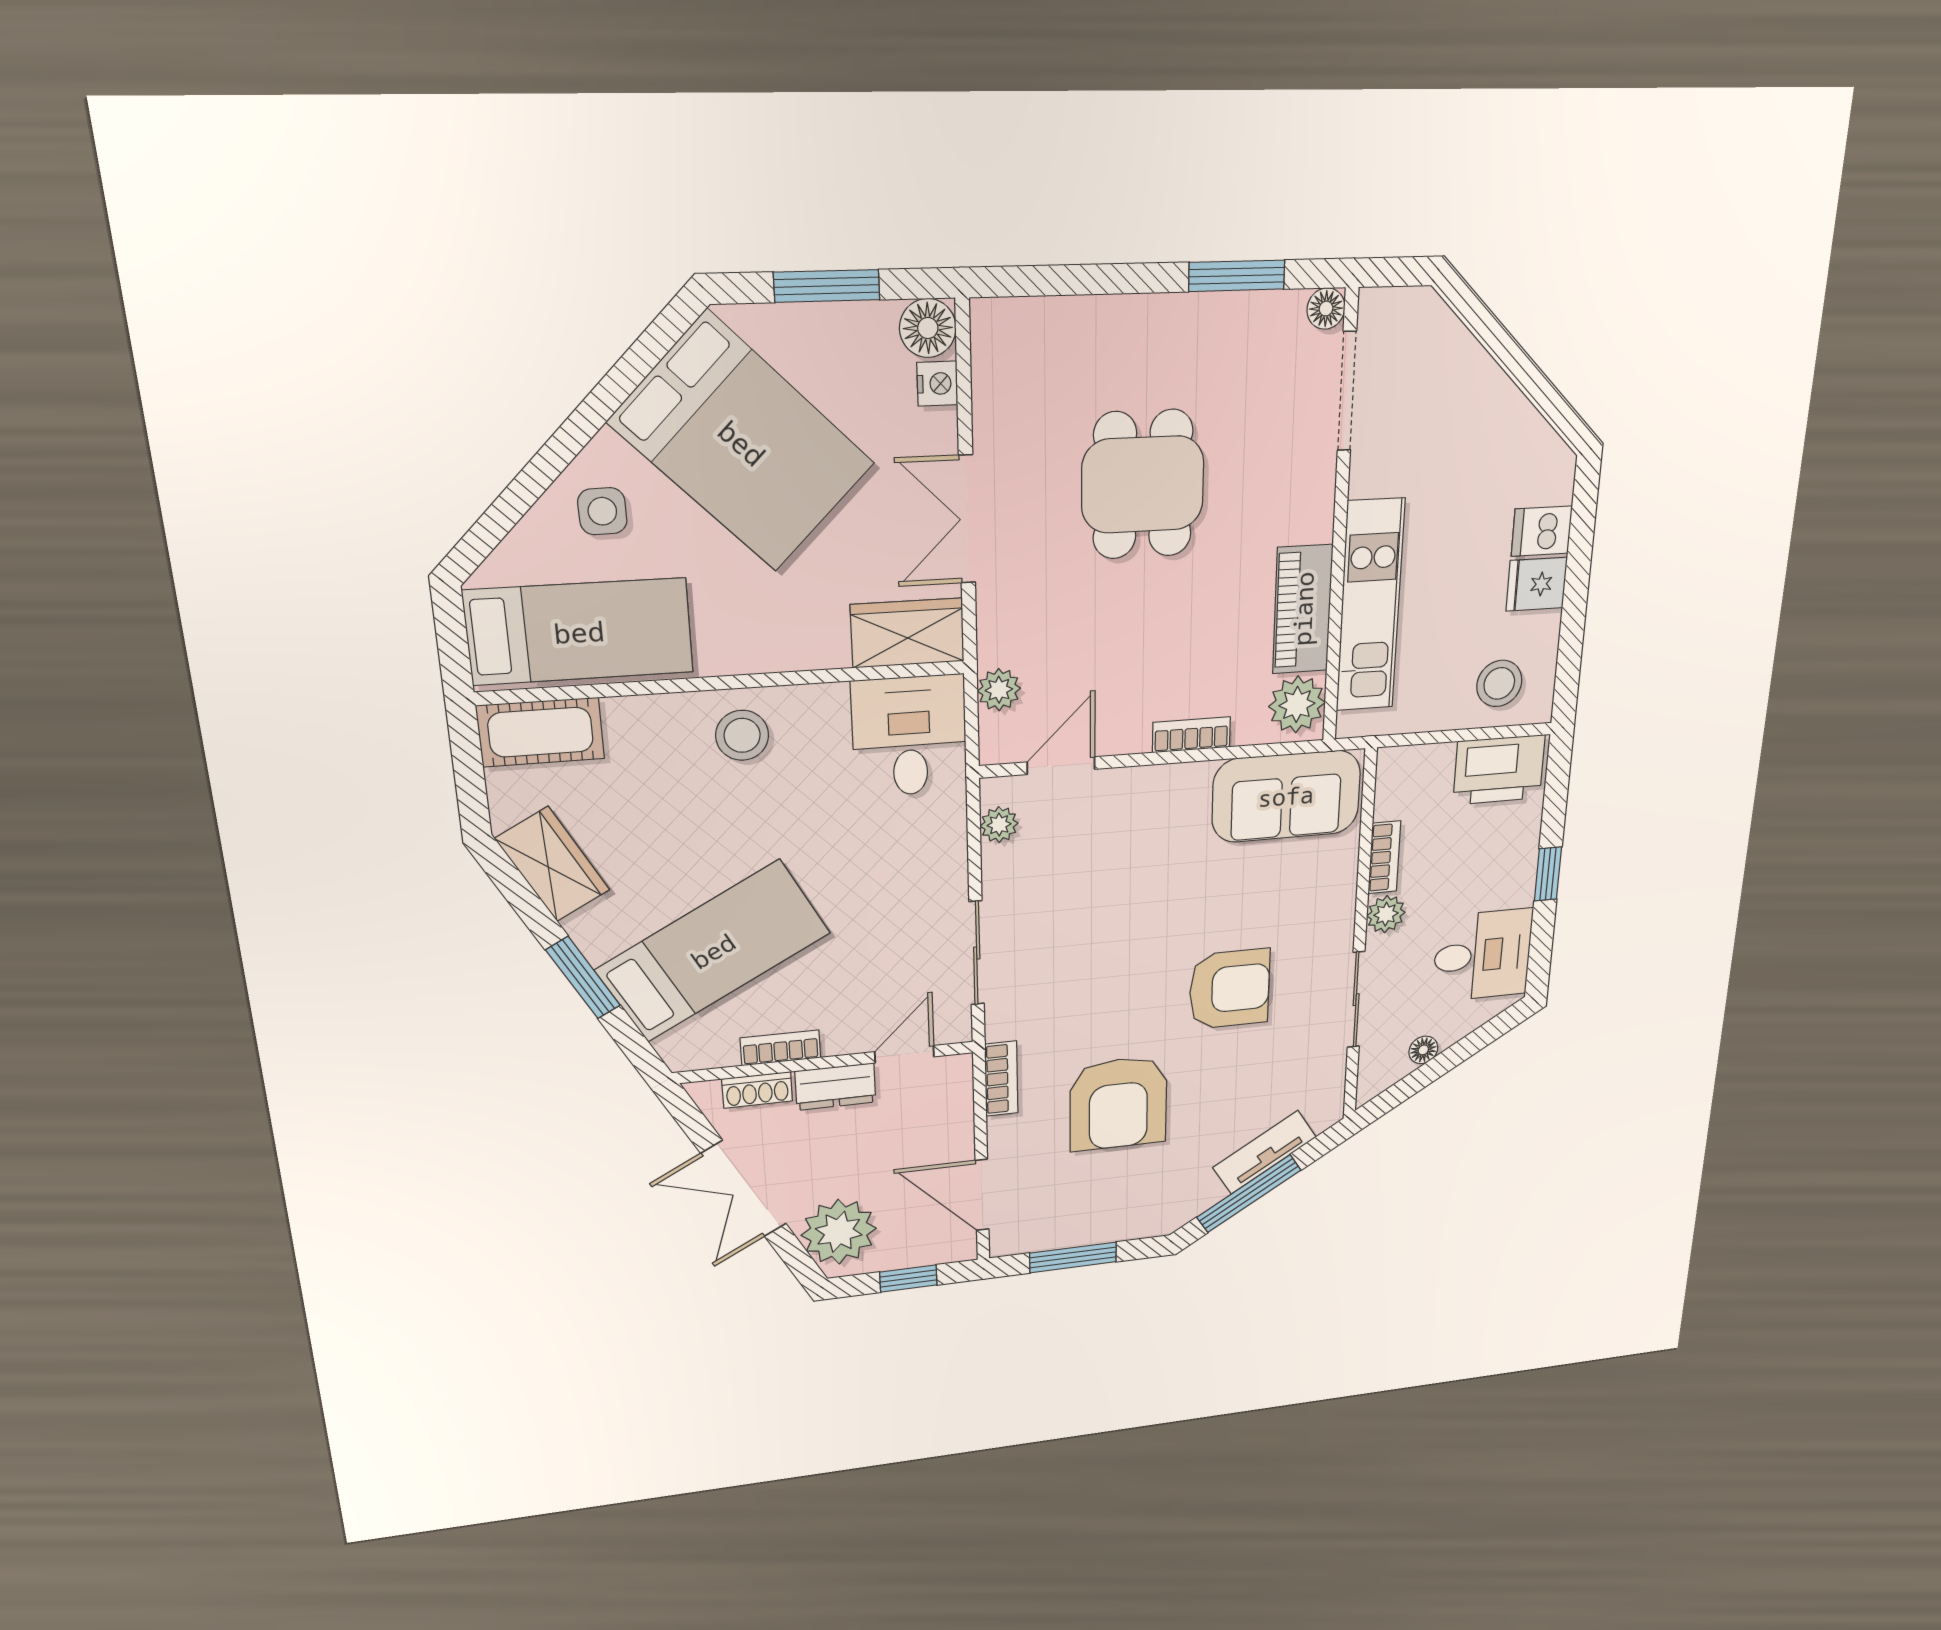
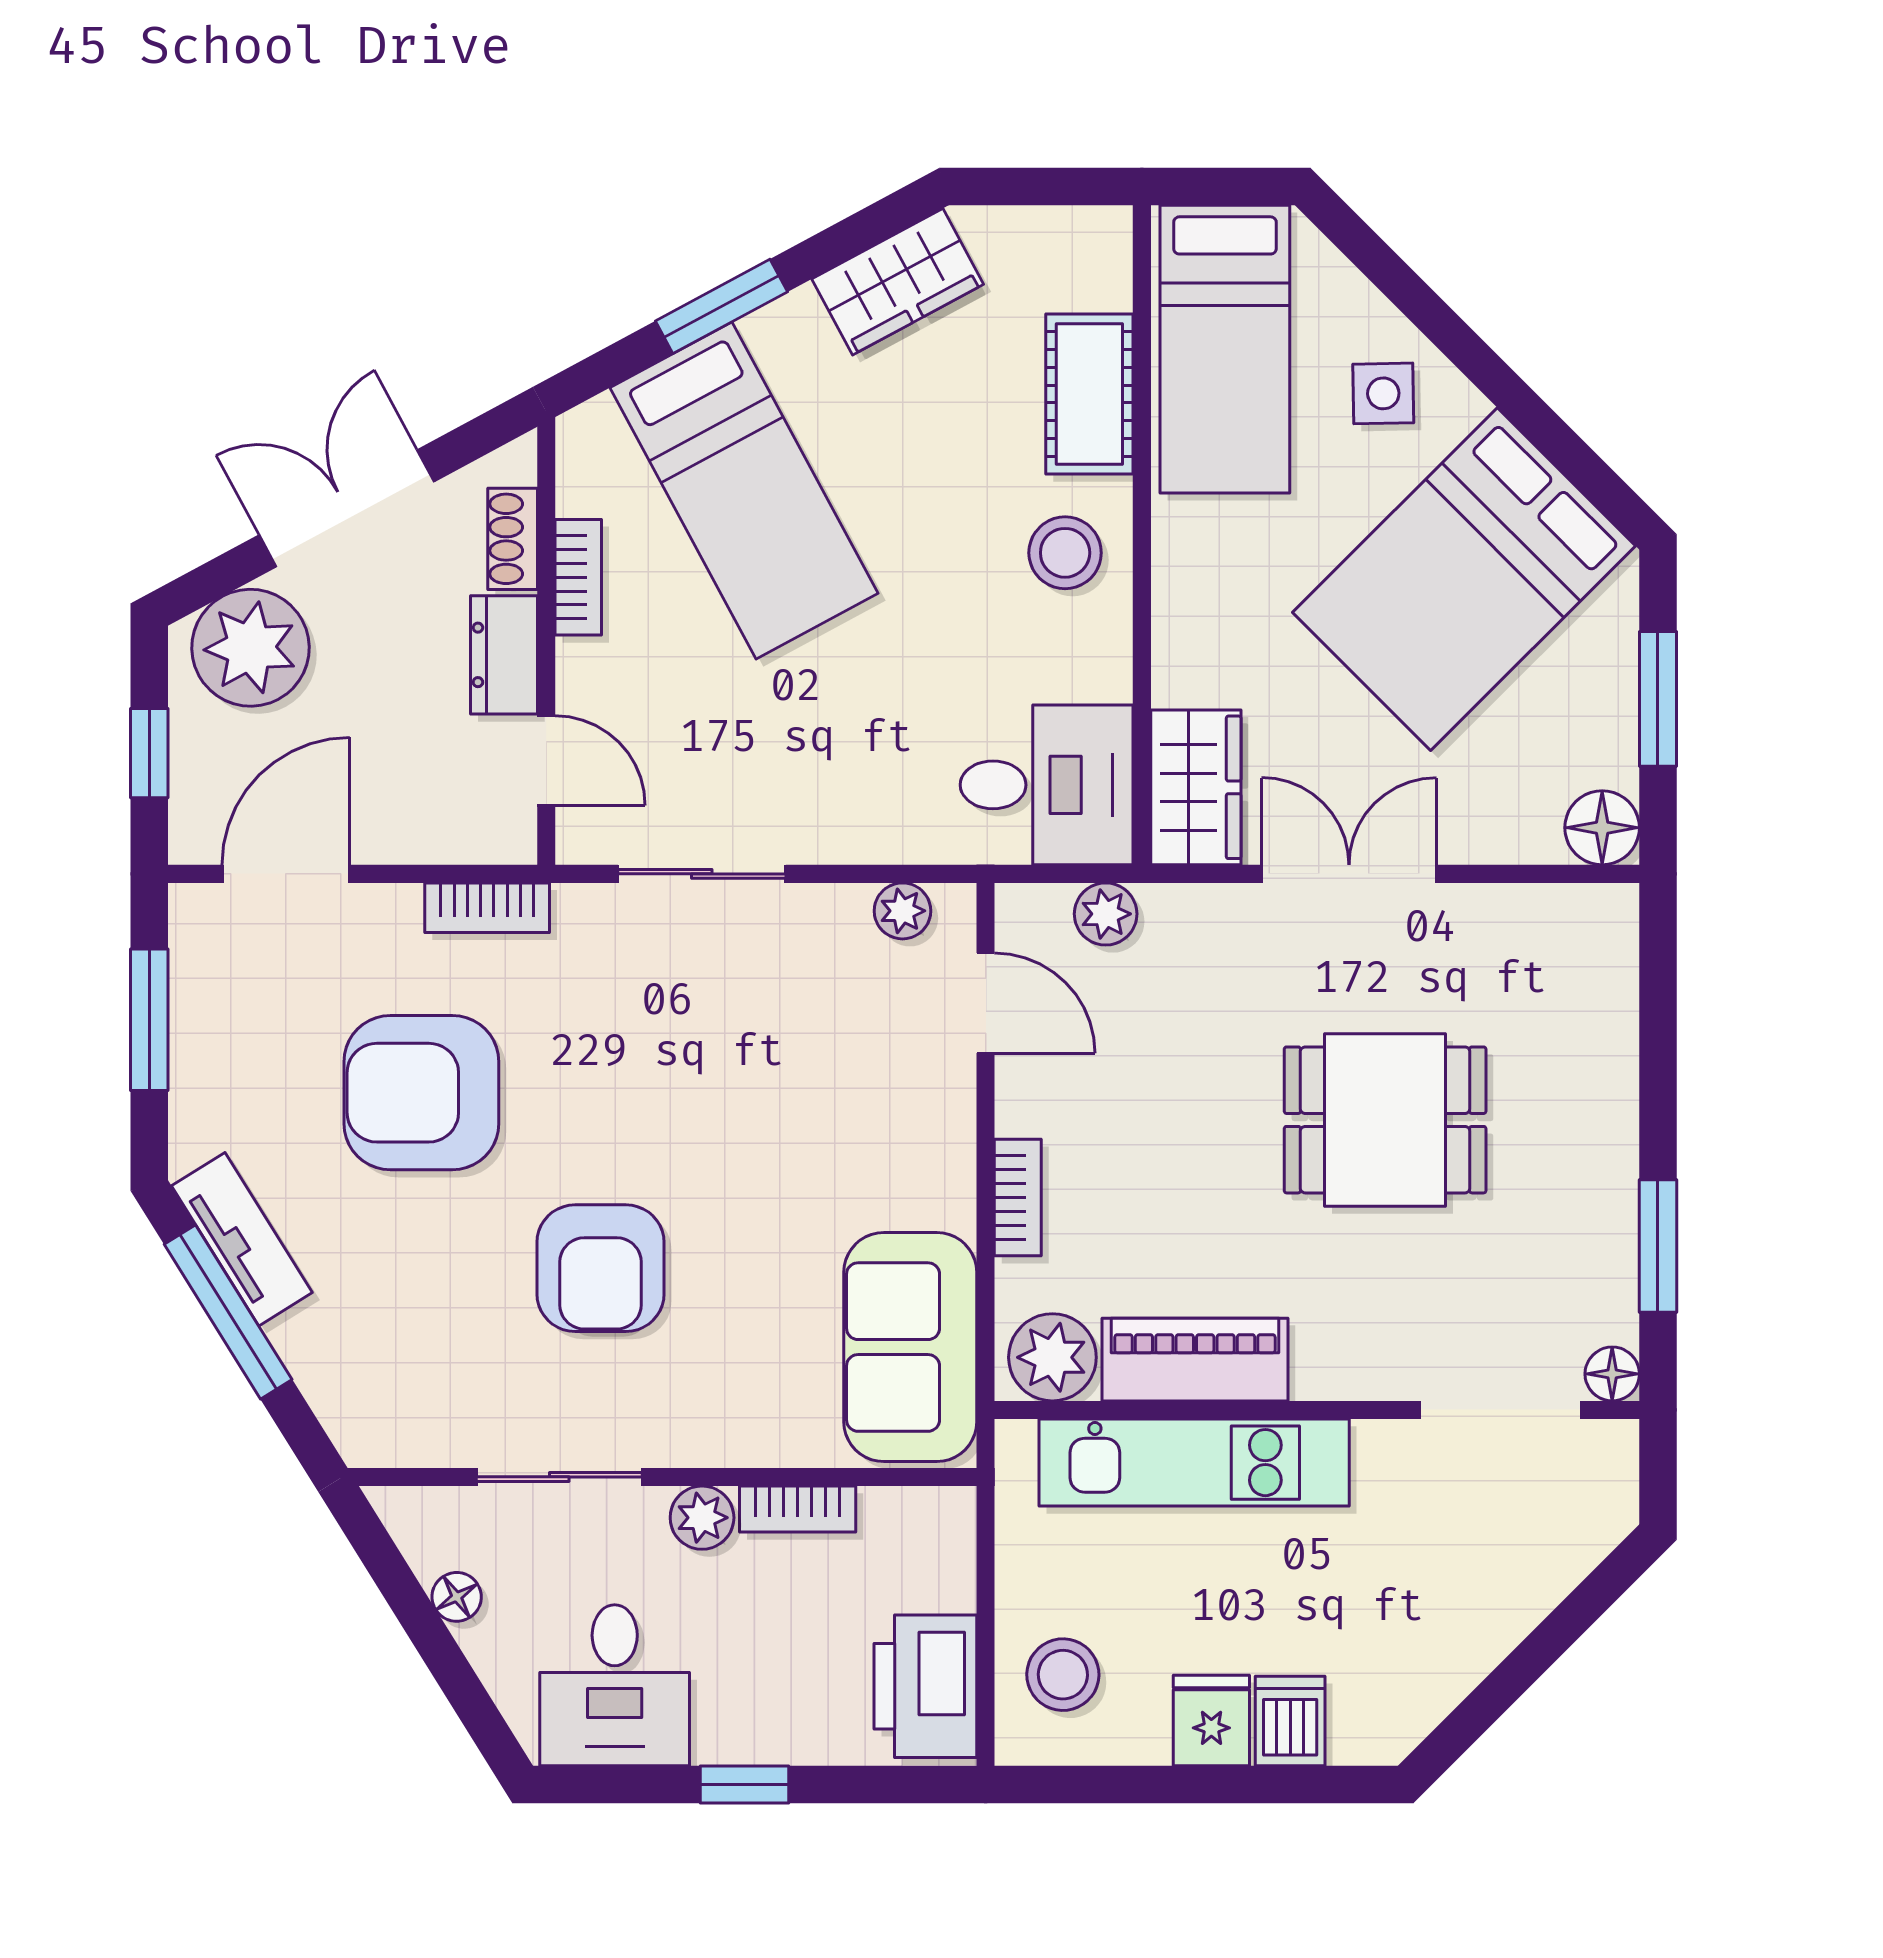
nightstand: (937, 384) -> (1531, 838), removed
cot: (541, 732) -> (1089, 394), moved
tv unit: (1264, 1152) -> (242, 1239), moved

